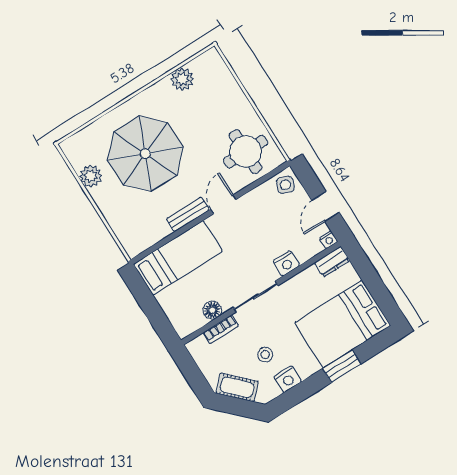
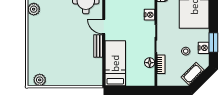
parasol: (145, 154) -> (57, 48), removed
plant: (91, 176) -> (40, 80), moved
window: (342, 366) -> (213, 42), moved

